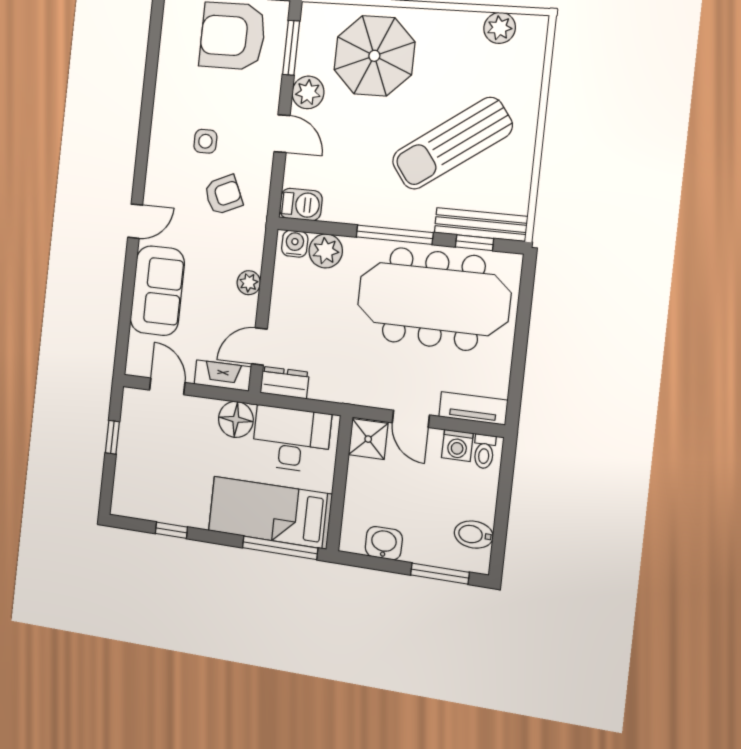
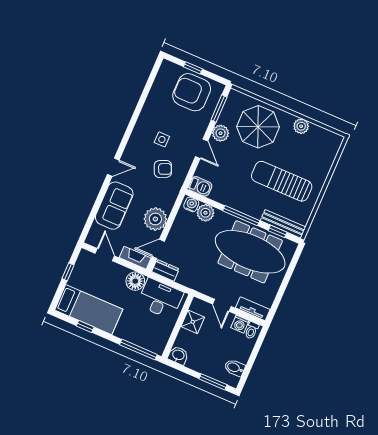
plant: (500, 28) -> (301, 126), moved
sun lounger: (452, 143) -> (282, 181), turned 36
plant: (249, 283) -> (155, 219), width x1.88, depth x1.88
shower: (368, 439) -> (193, 322), moved
bed: (270, 513) -> (89, 310), moved, turned 180
washbasin: (384, 543) -> (178, 355), moved

